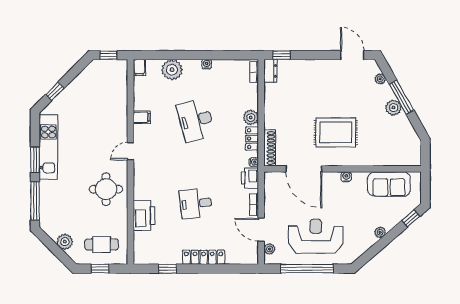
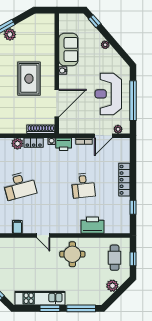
sofa: (389, 184) -> (68, 50), moved

